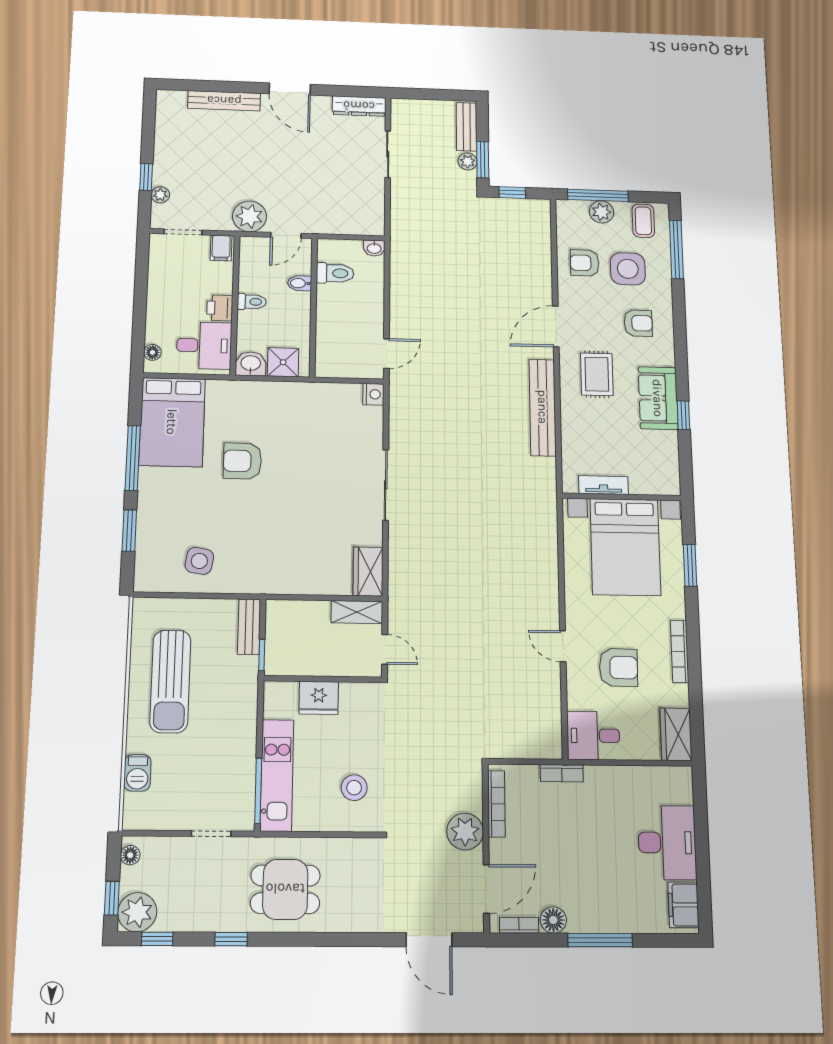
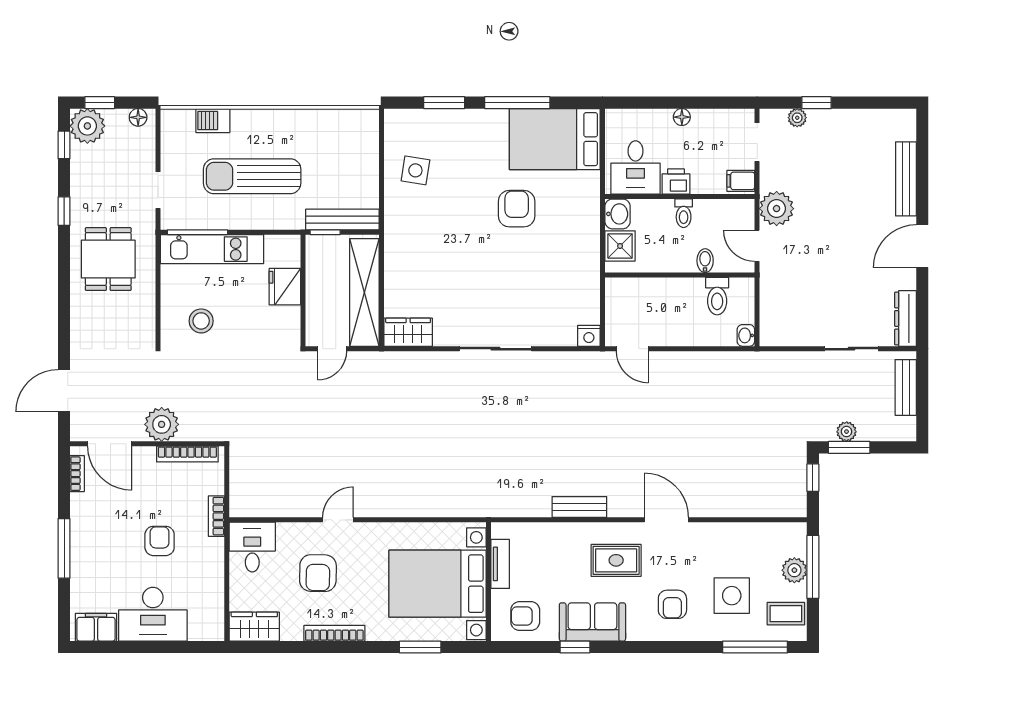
bench: (467, 127) -> (906, 387), moved, turned 90
armchair: (585, 263) -> (525, 616), moved, turned -90
floor lamp: (152, 352) -> (682, 117), moved
bench: (543, 407) -> (579, 507), width x0.54, depth x0.82
shelving: (357, 612) -> (364, 292), width x2.20, depth x1.33
bench: (249, 627) -> (342, 220), width x1.36
sun lounger: (170, 681) -> (252, 176), moved
armchair: (589, 835) -> (160, 541), added
floor lamp: (553, 920) -> (82, 505), removed

